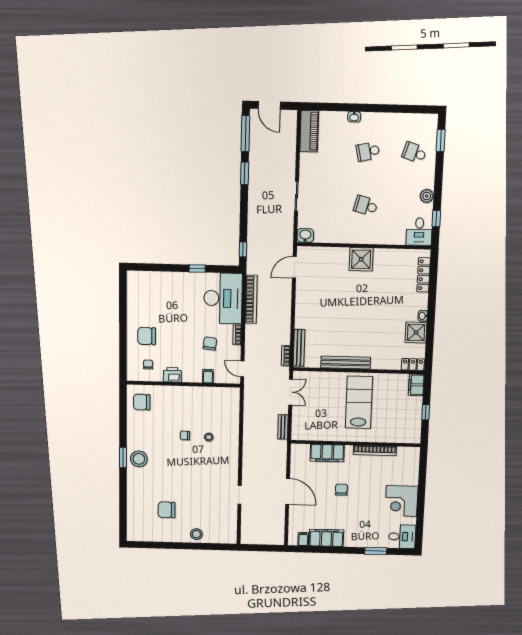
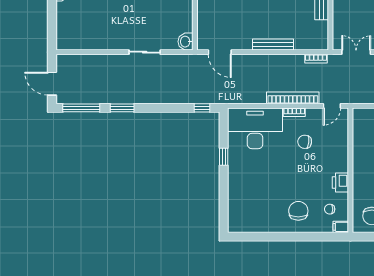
door: (269, 105) -> (52, 84), swing flipped
piano: (309, 131) -> (77, 41), removed
bookcase: (251, 299) -> (293, 98), moved
chair: (147, 336) -> (298, 211), turned 180
bench: (299, 348) -> (273, 44), moved
filing cabinet: (208, 376) -> (341, 227), moved

